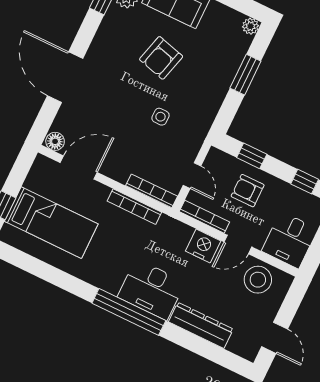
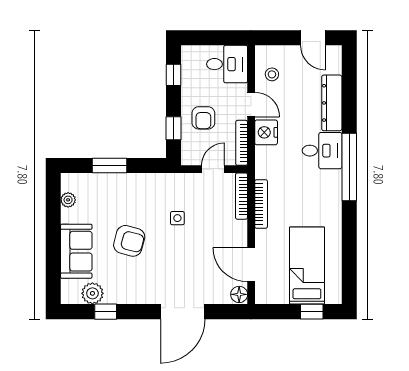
plant: (251, 26) -> (68, 200), moved
stool: (258, 280) -> (272, 74), width x0.53, depth x0.53
desk: (151, 290) -> (322, 151), width x0.73
door: (275, 338) -> (313, 38), swing flipped

